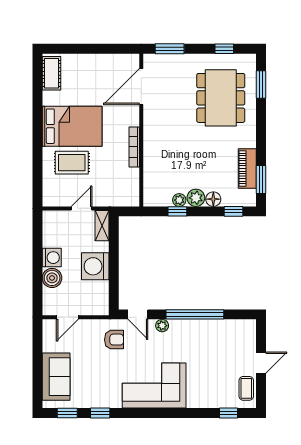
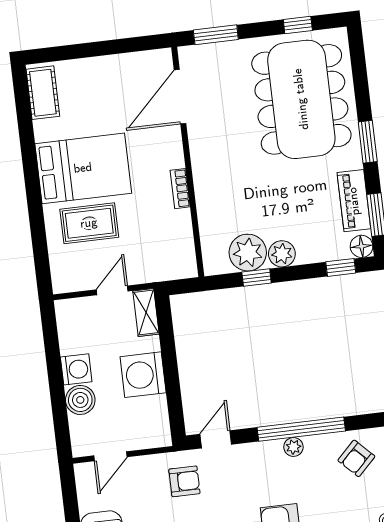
window: (261, 84) -> (368, 142), moved
dining table: (221, 98) -> (301, 99), width x1.36, depth x1.24
bookcase: (134, 147) -> (180, 189), width x0.64
floor lamp: (213, 199) -> (362, 246), moved
plant: (179, 200) -> (248, 253), width x1.87, depth x1.87
door: (138, 314) -> (216, 439), swing flipped
plant: (162, 326) -> (293, 447), moved
armchair: (229, 338) -> (356, 458), added

